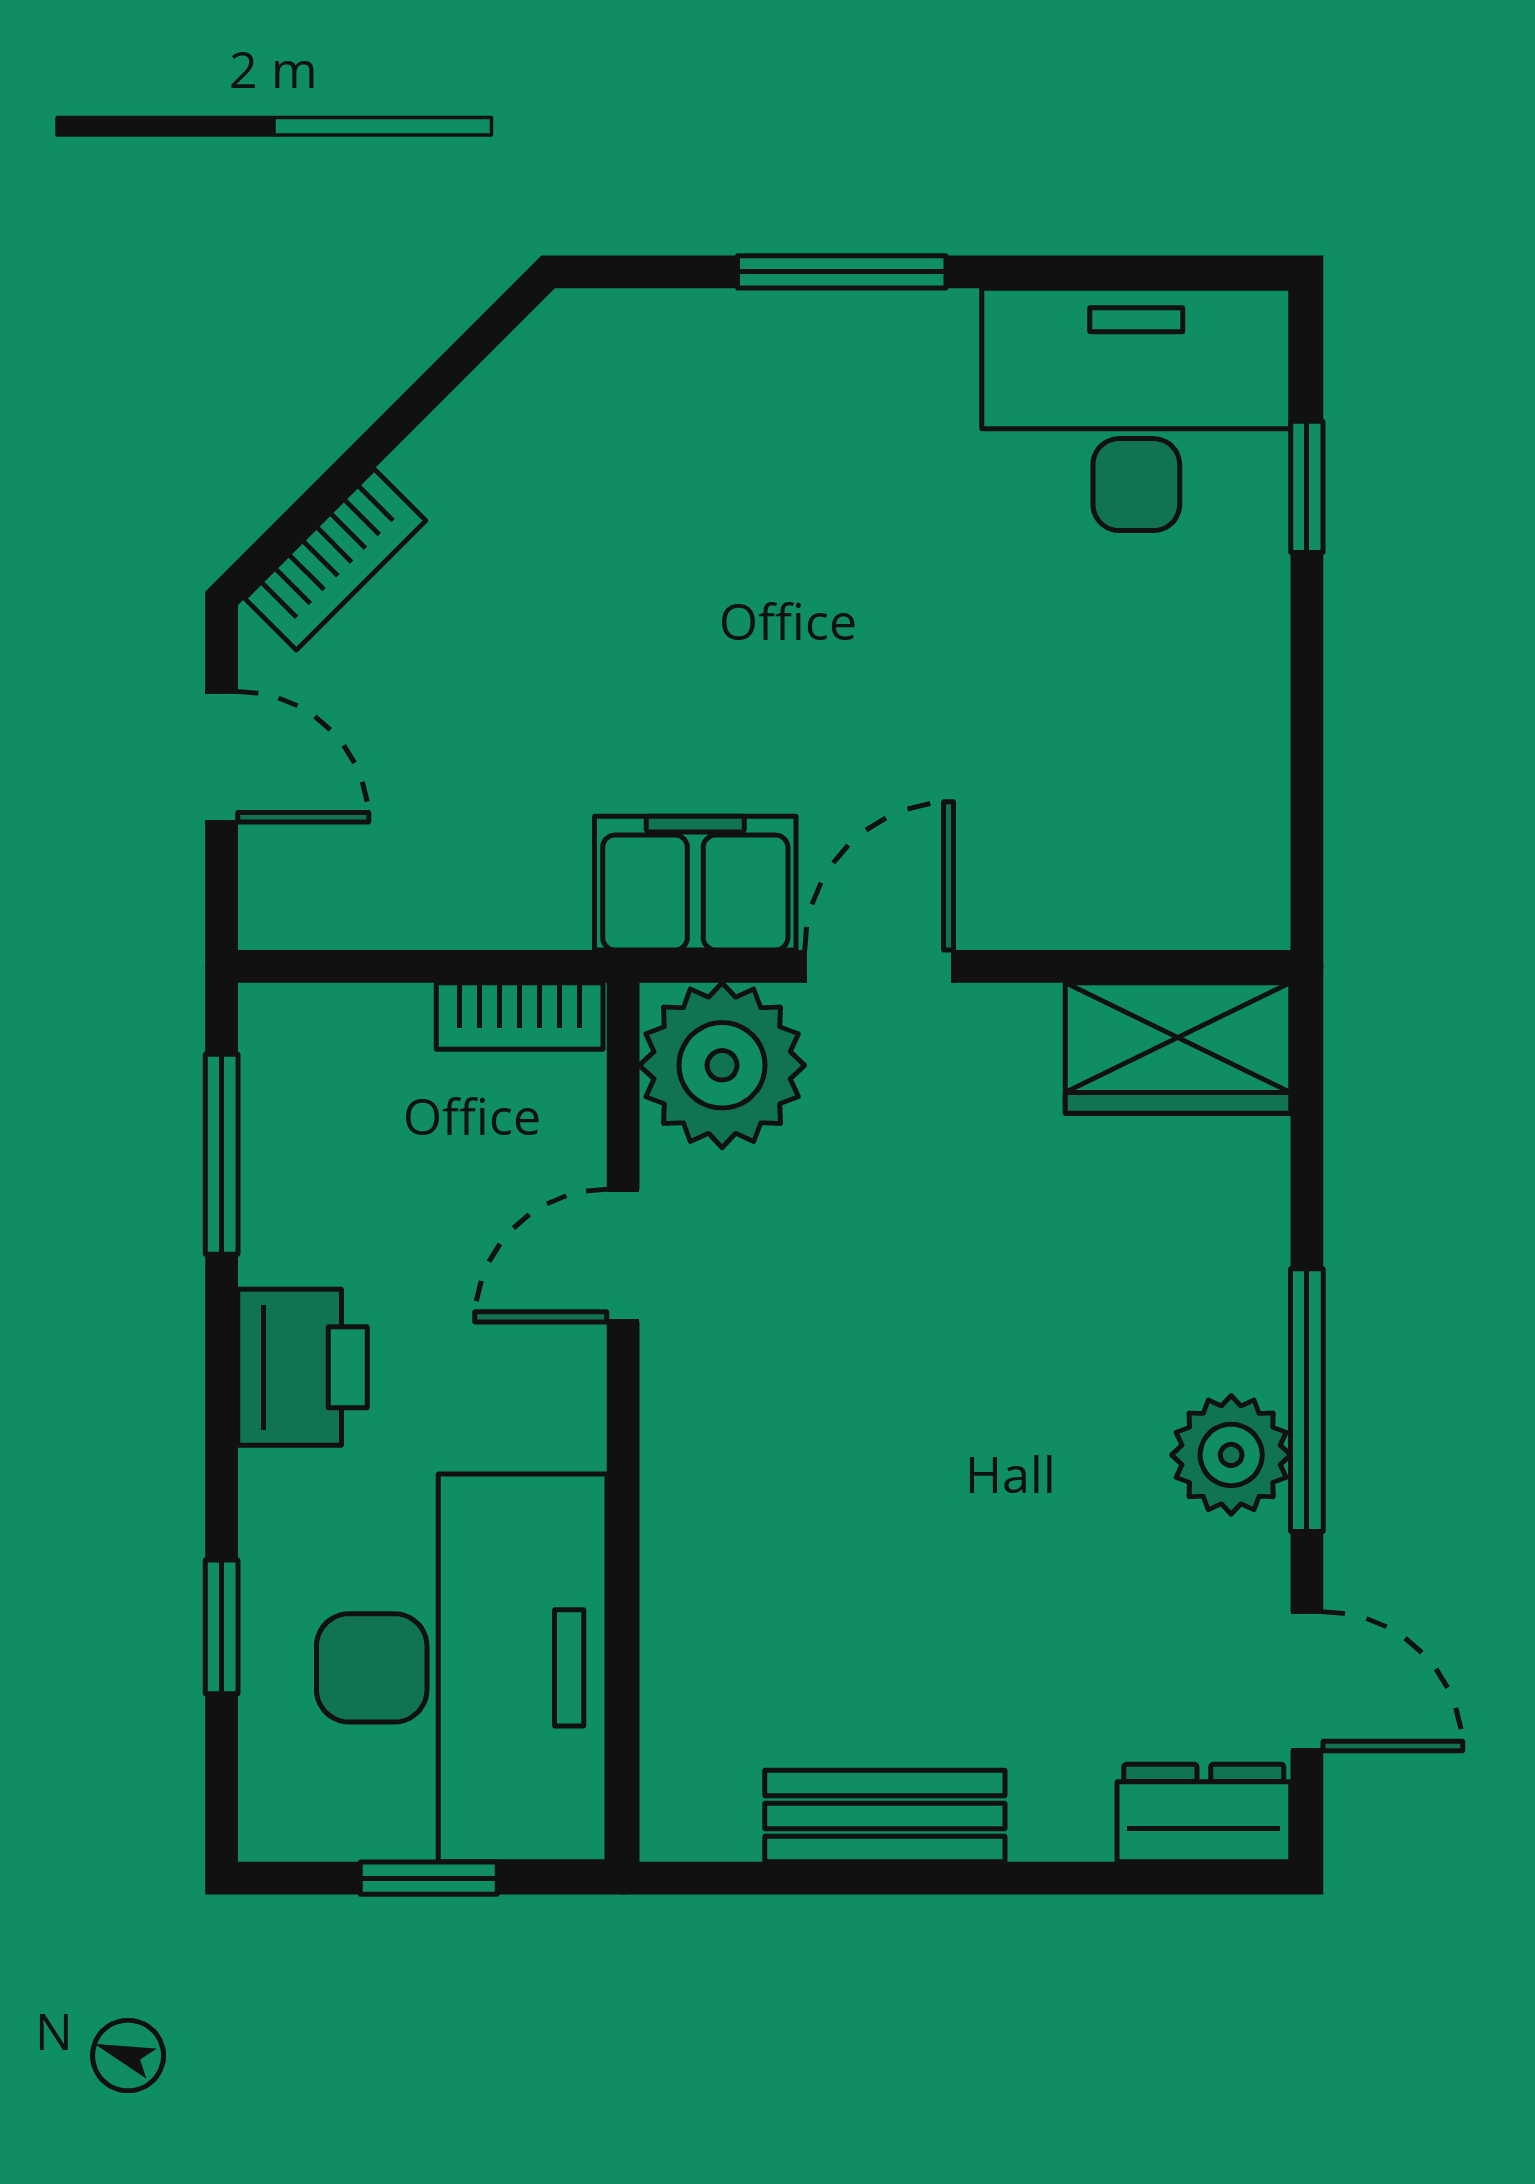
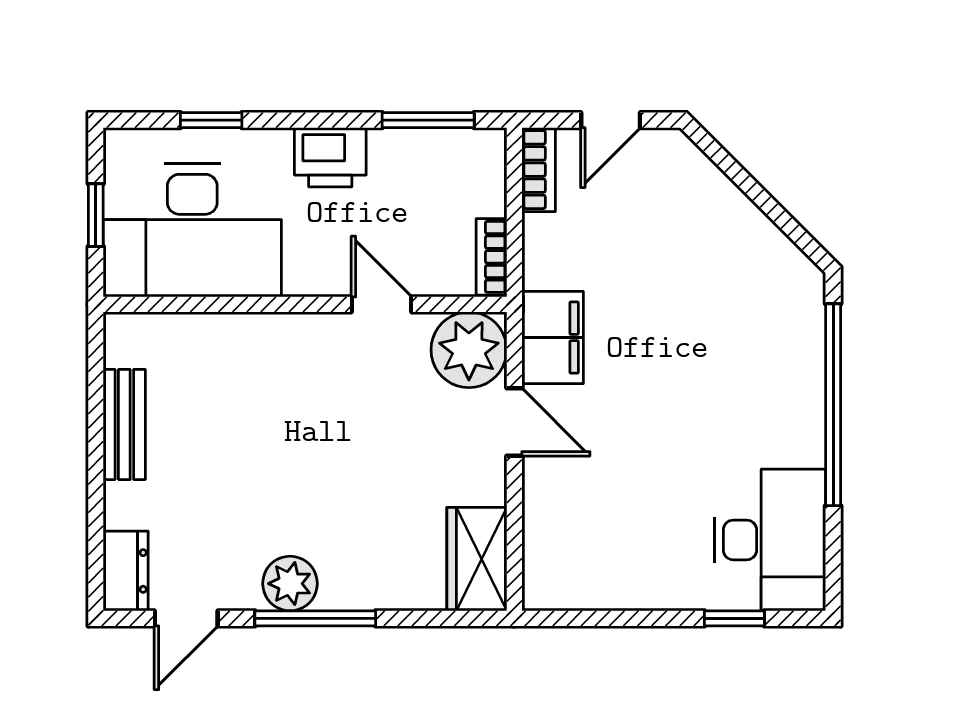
window: (842, 272) -> (833, 405), width x2.11
bookcase: (335, 559) -> (539, 170), moved, turned -135

